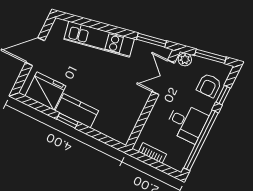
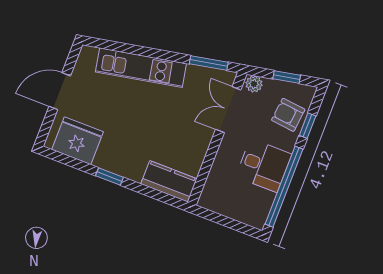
window: (210, 56) -> (287, 77), width x0.67
armchair: (209, 85) -> (288, 115), turned 96
kitchen counter: (77, 111) -> (169, 181), moved
bookcase: (152, 153) -> (223, 209), removed

